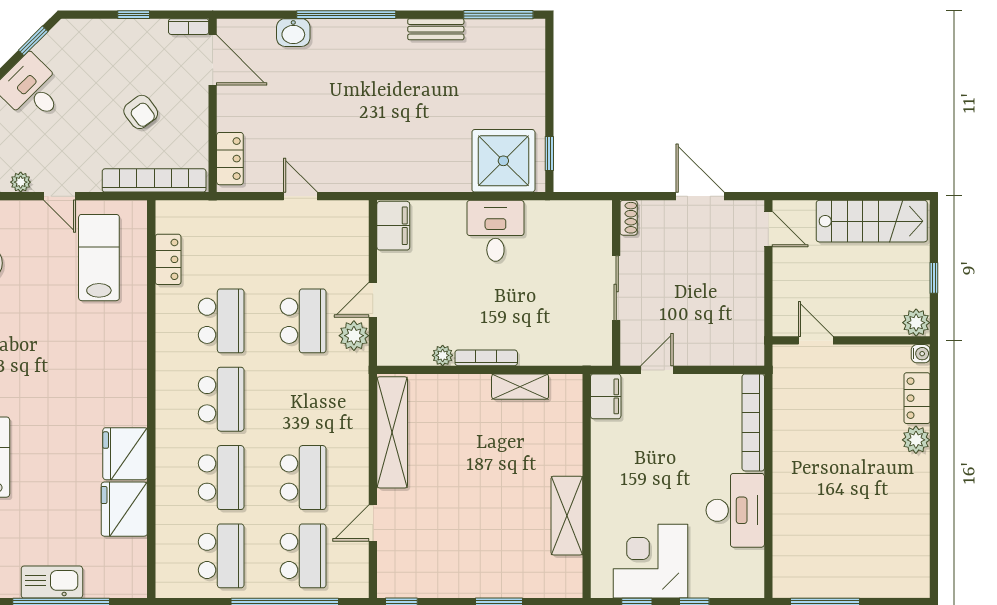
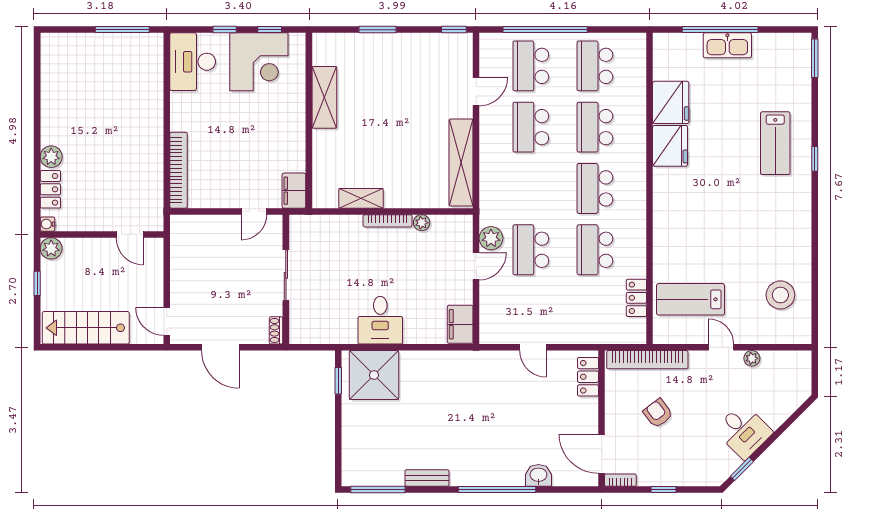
lab bench: (99, 258) -> (691, 299), turned 90
desk: (735, 510) -> (193, 62), moved

